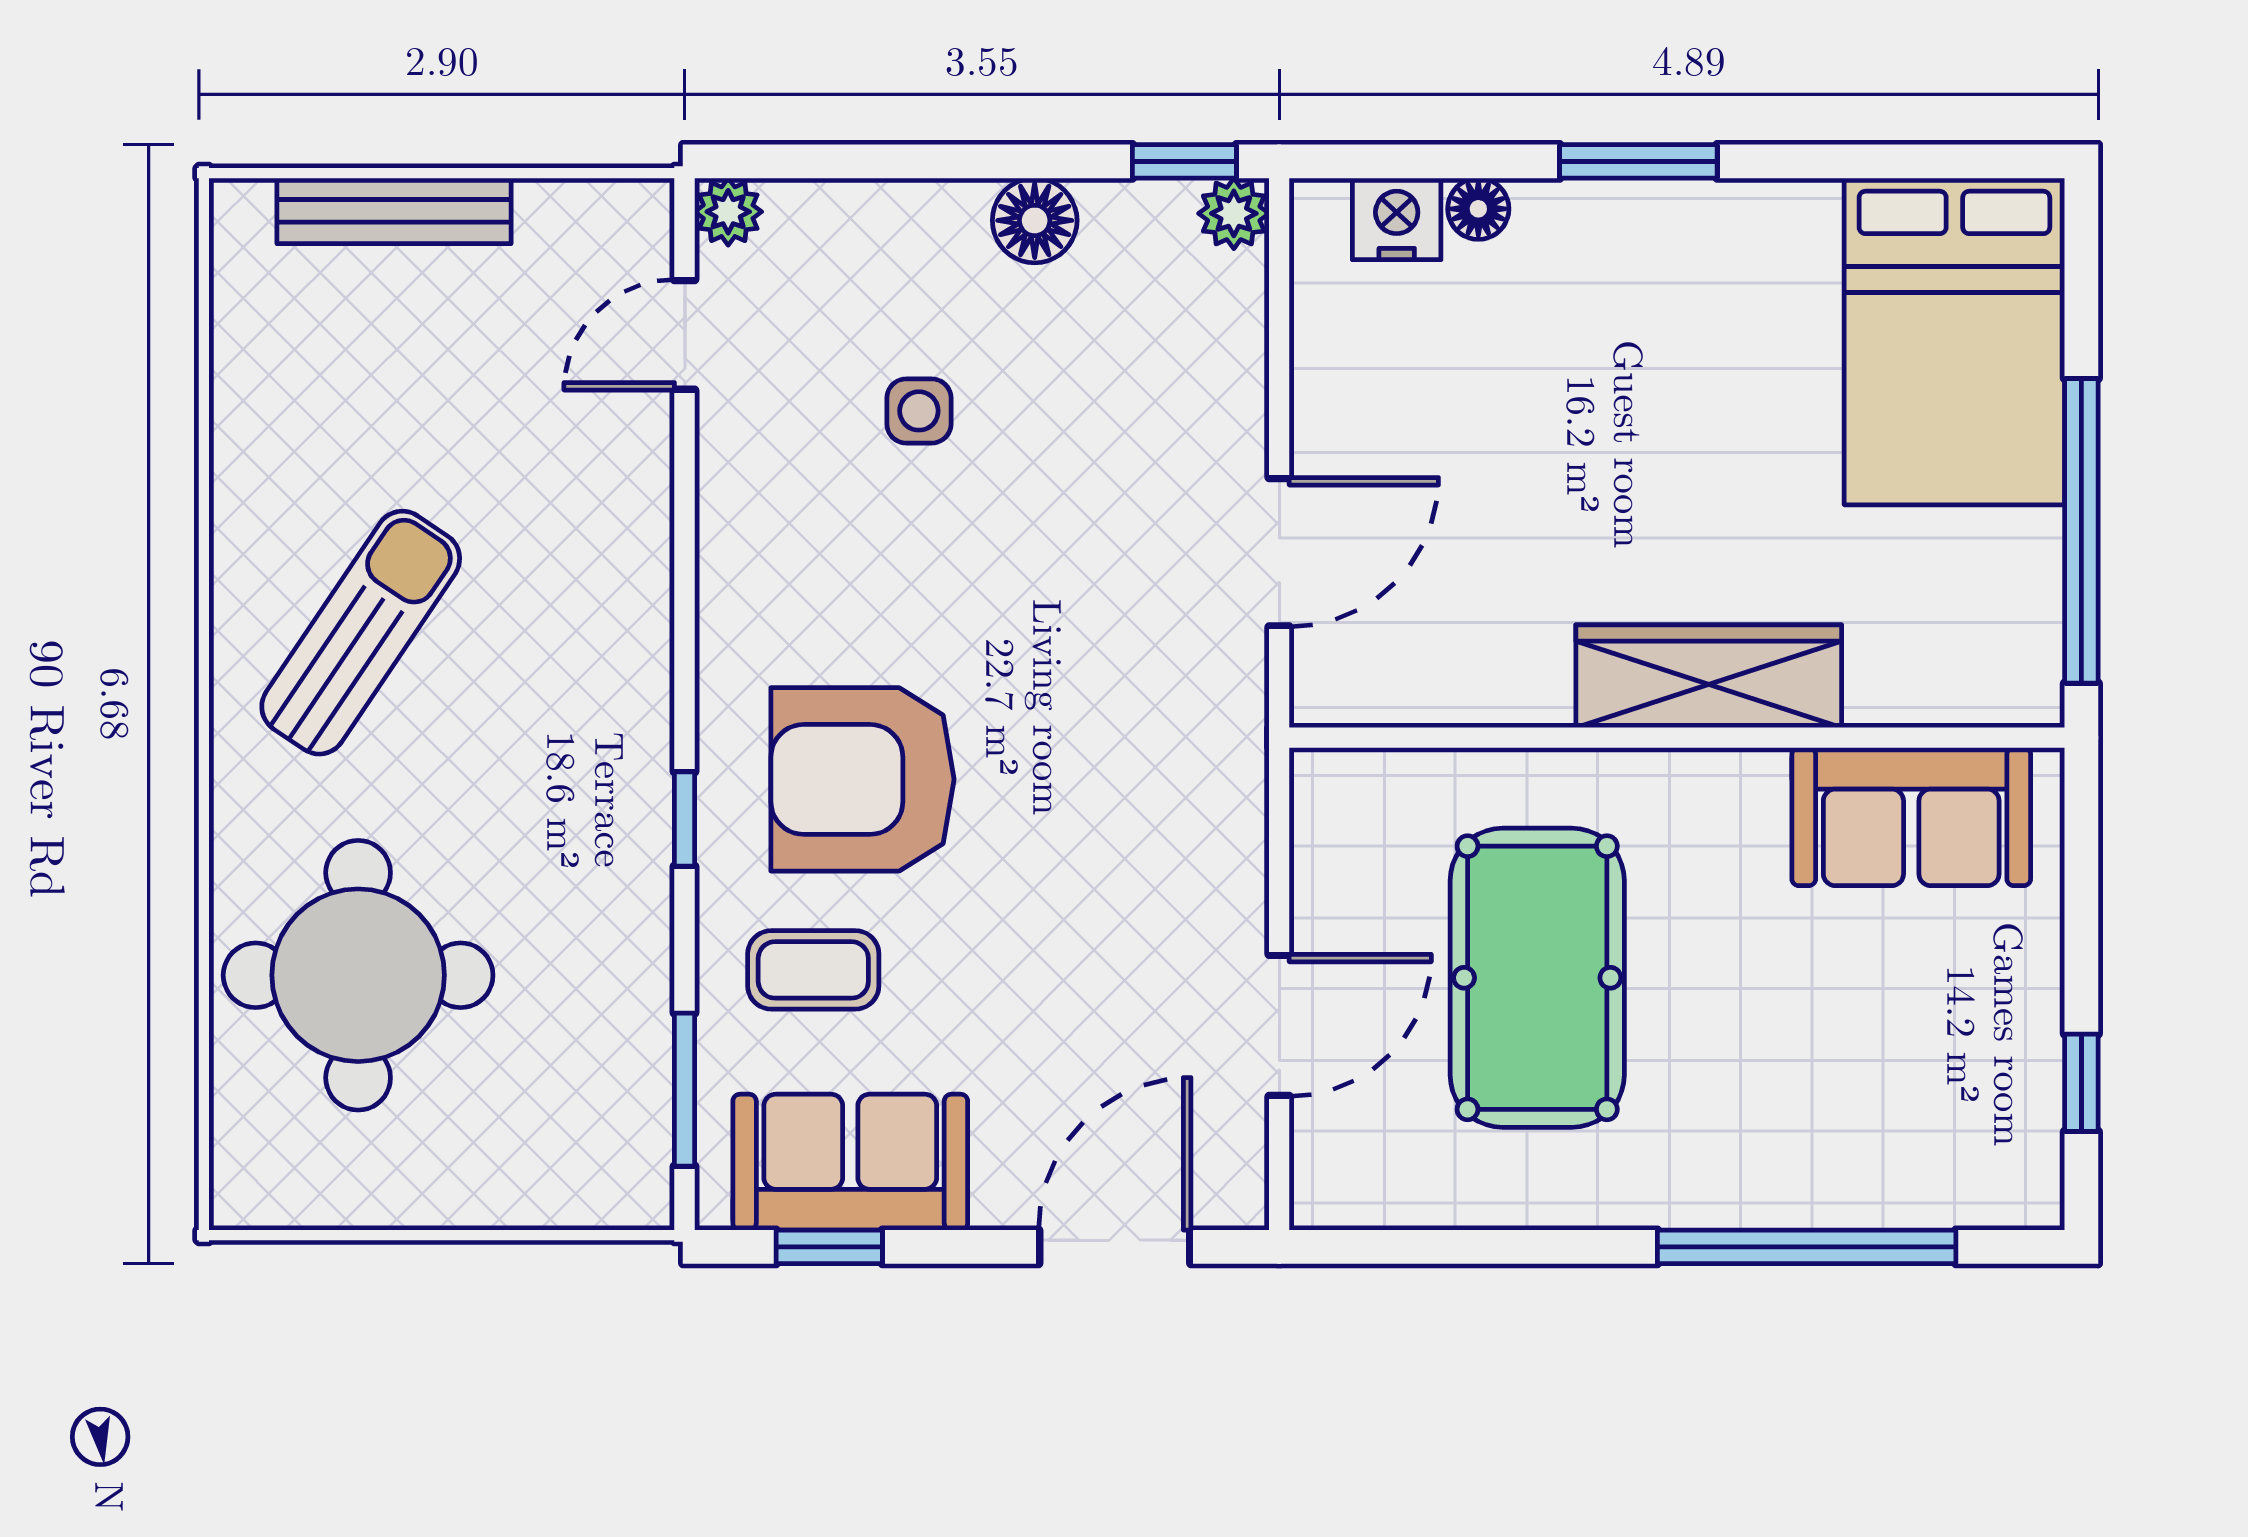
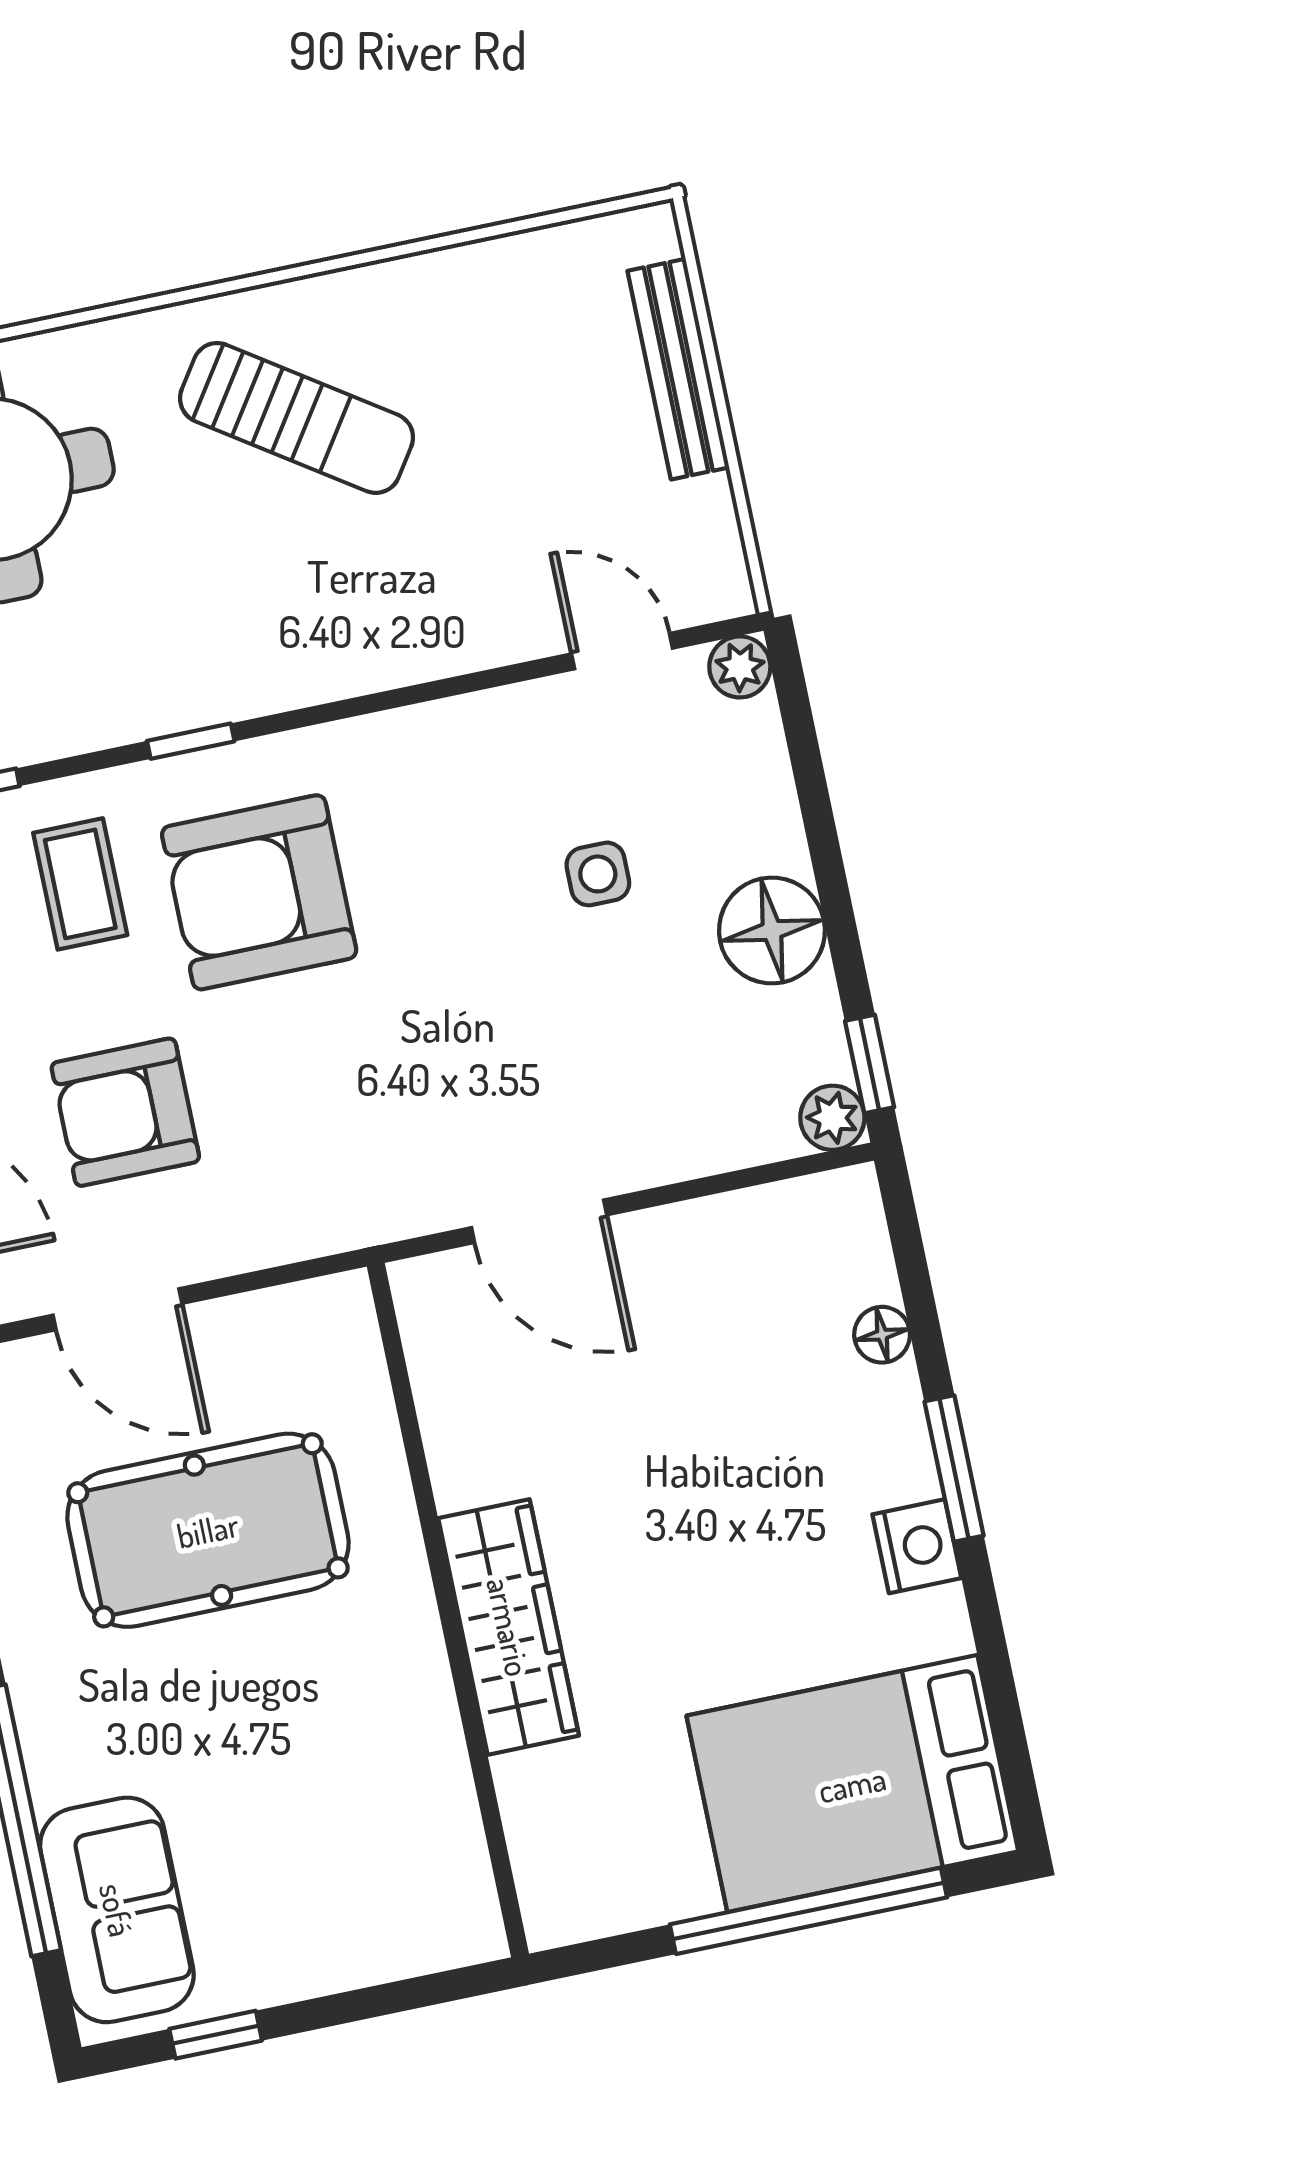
nightstand: (1397, 219) -> (917, 1546), moved
floor lamp: (1035, 220) -> (772, 930), width x1.38, depth x1.38
window: (2081, 531) -> (808, 1911), moved
armchair: (863, 779) -> (259, 892), turned -90
sofa: (1911, 817) -> (117, 1910), moved, turned 180
armchair: (1069, 973) -> (125, 1112), added

